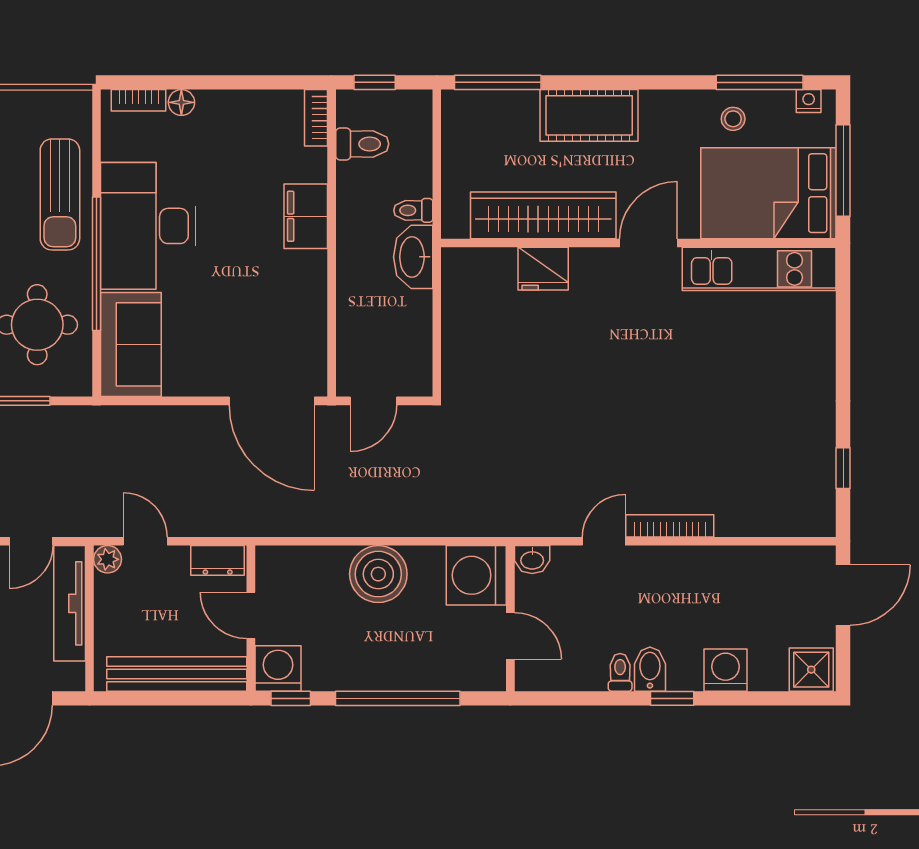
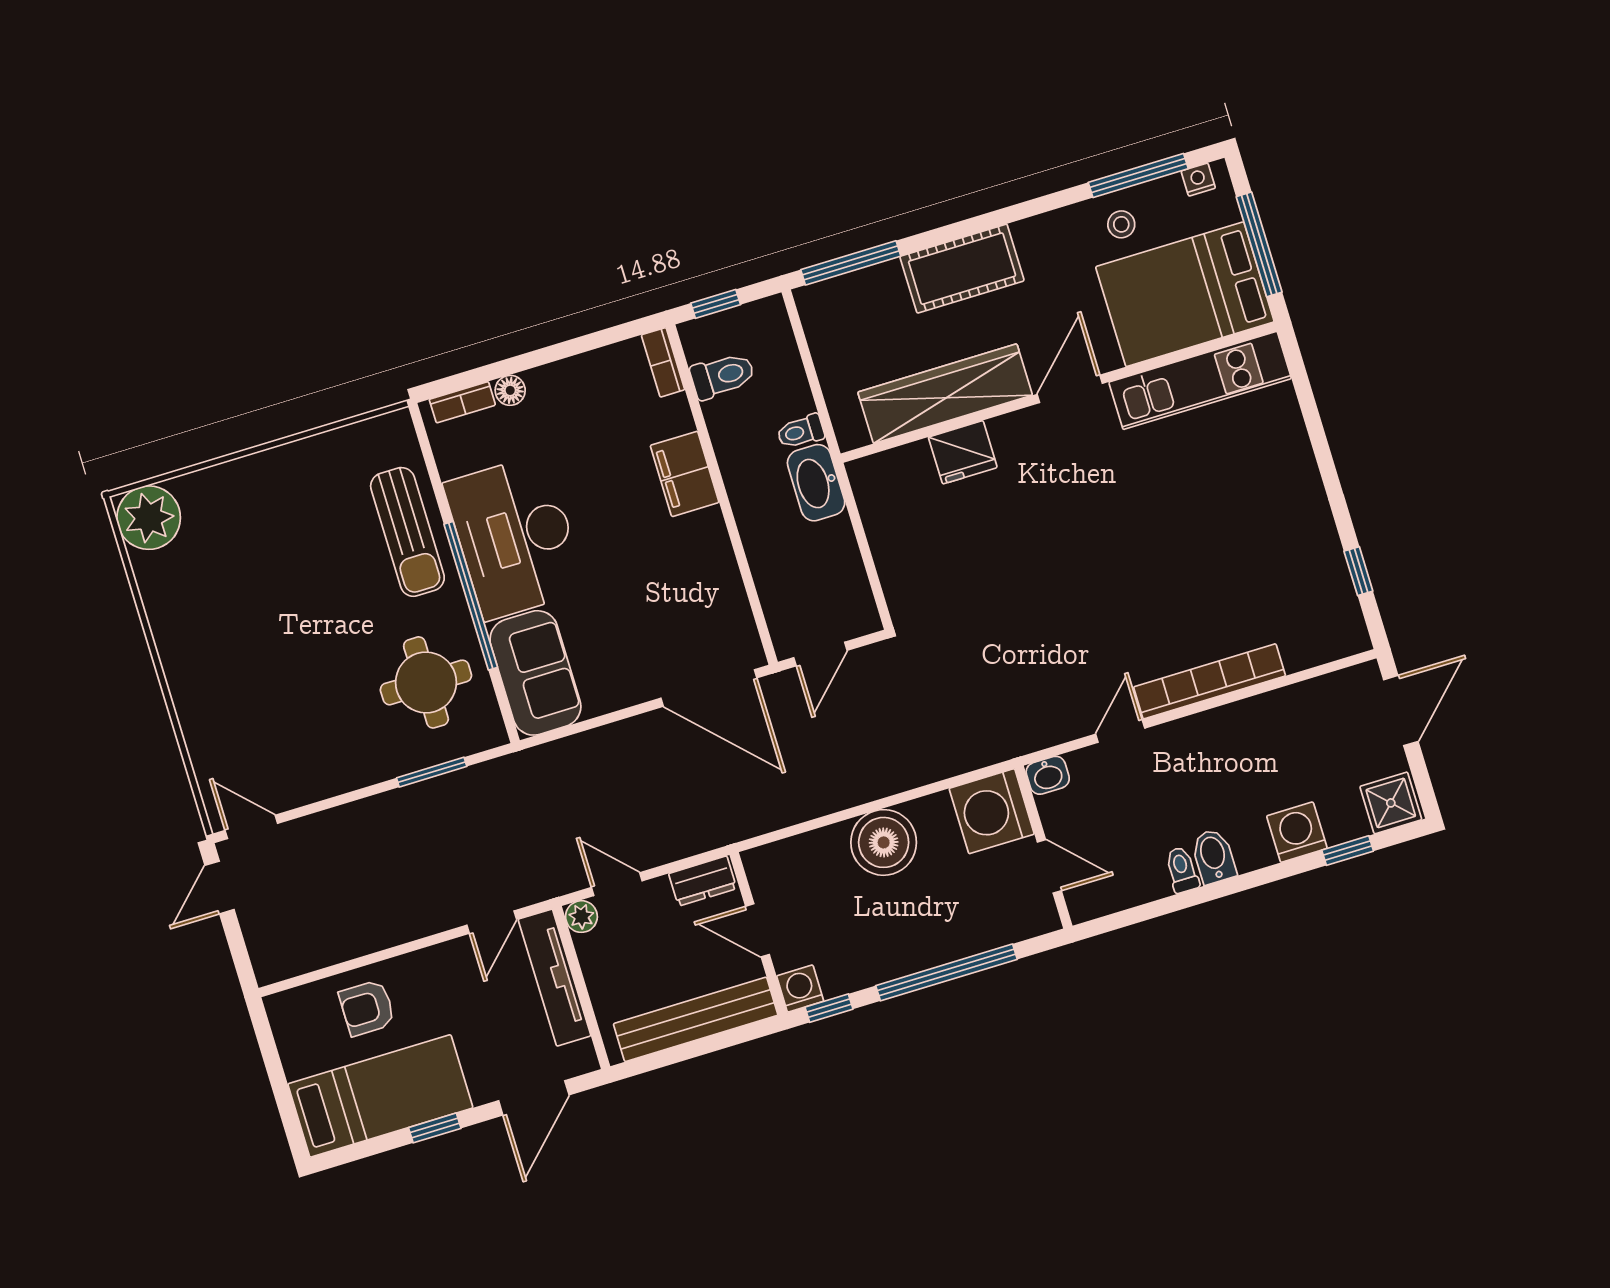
bookcase: (670, 526) -> (1210, 681), width x1.48, depth x1.31
washing machine: (278, 668) -> (800, 989), width x0.73, depth x0.73
window: (672, 698) -> (1348, 851), moved

